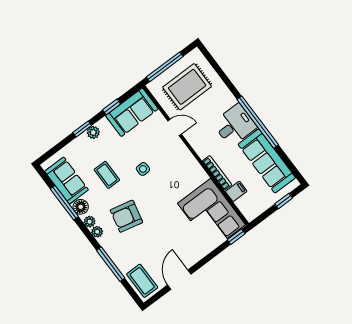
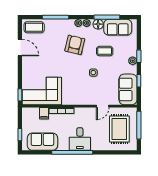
sofa: (267, 161) -> (42, 142), width x0.73

